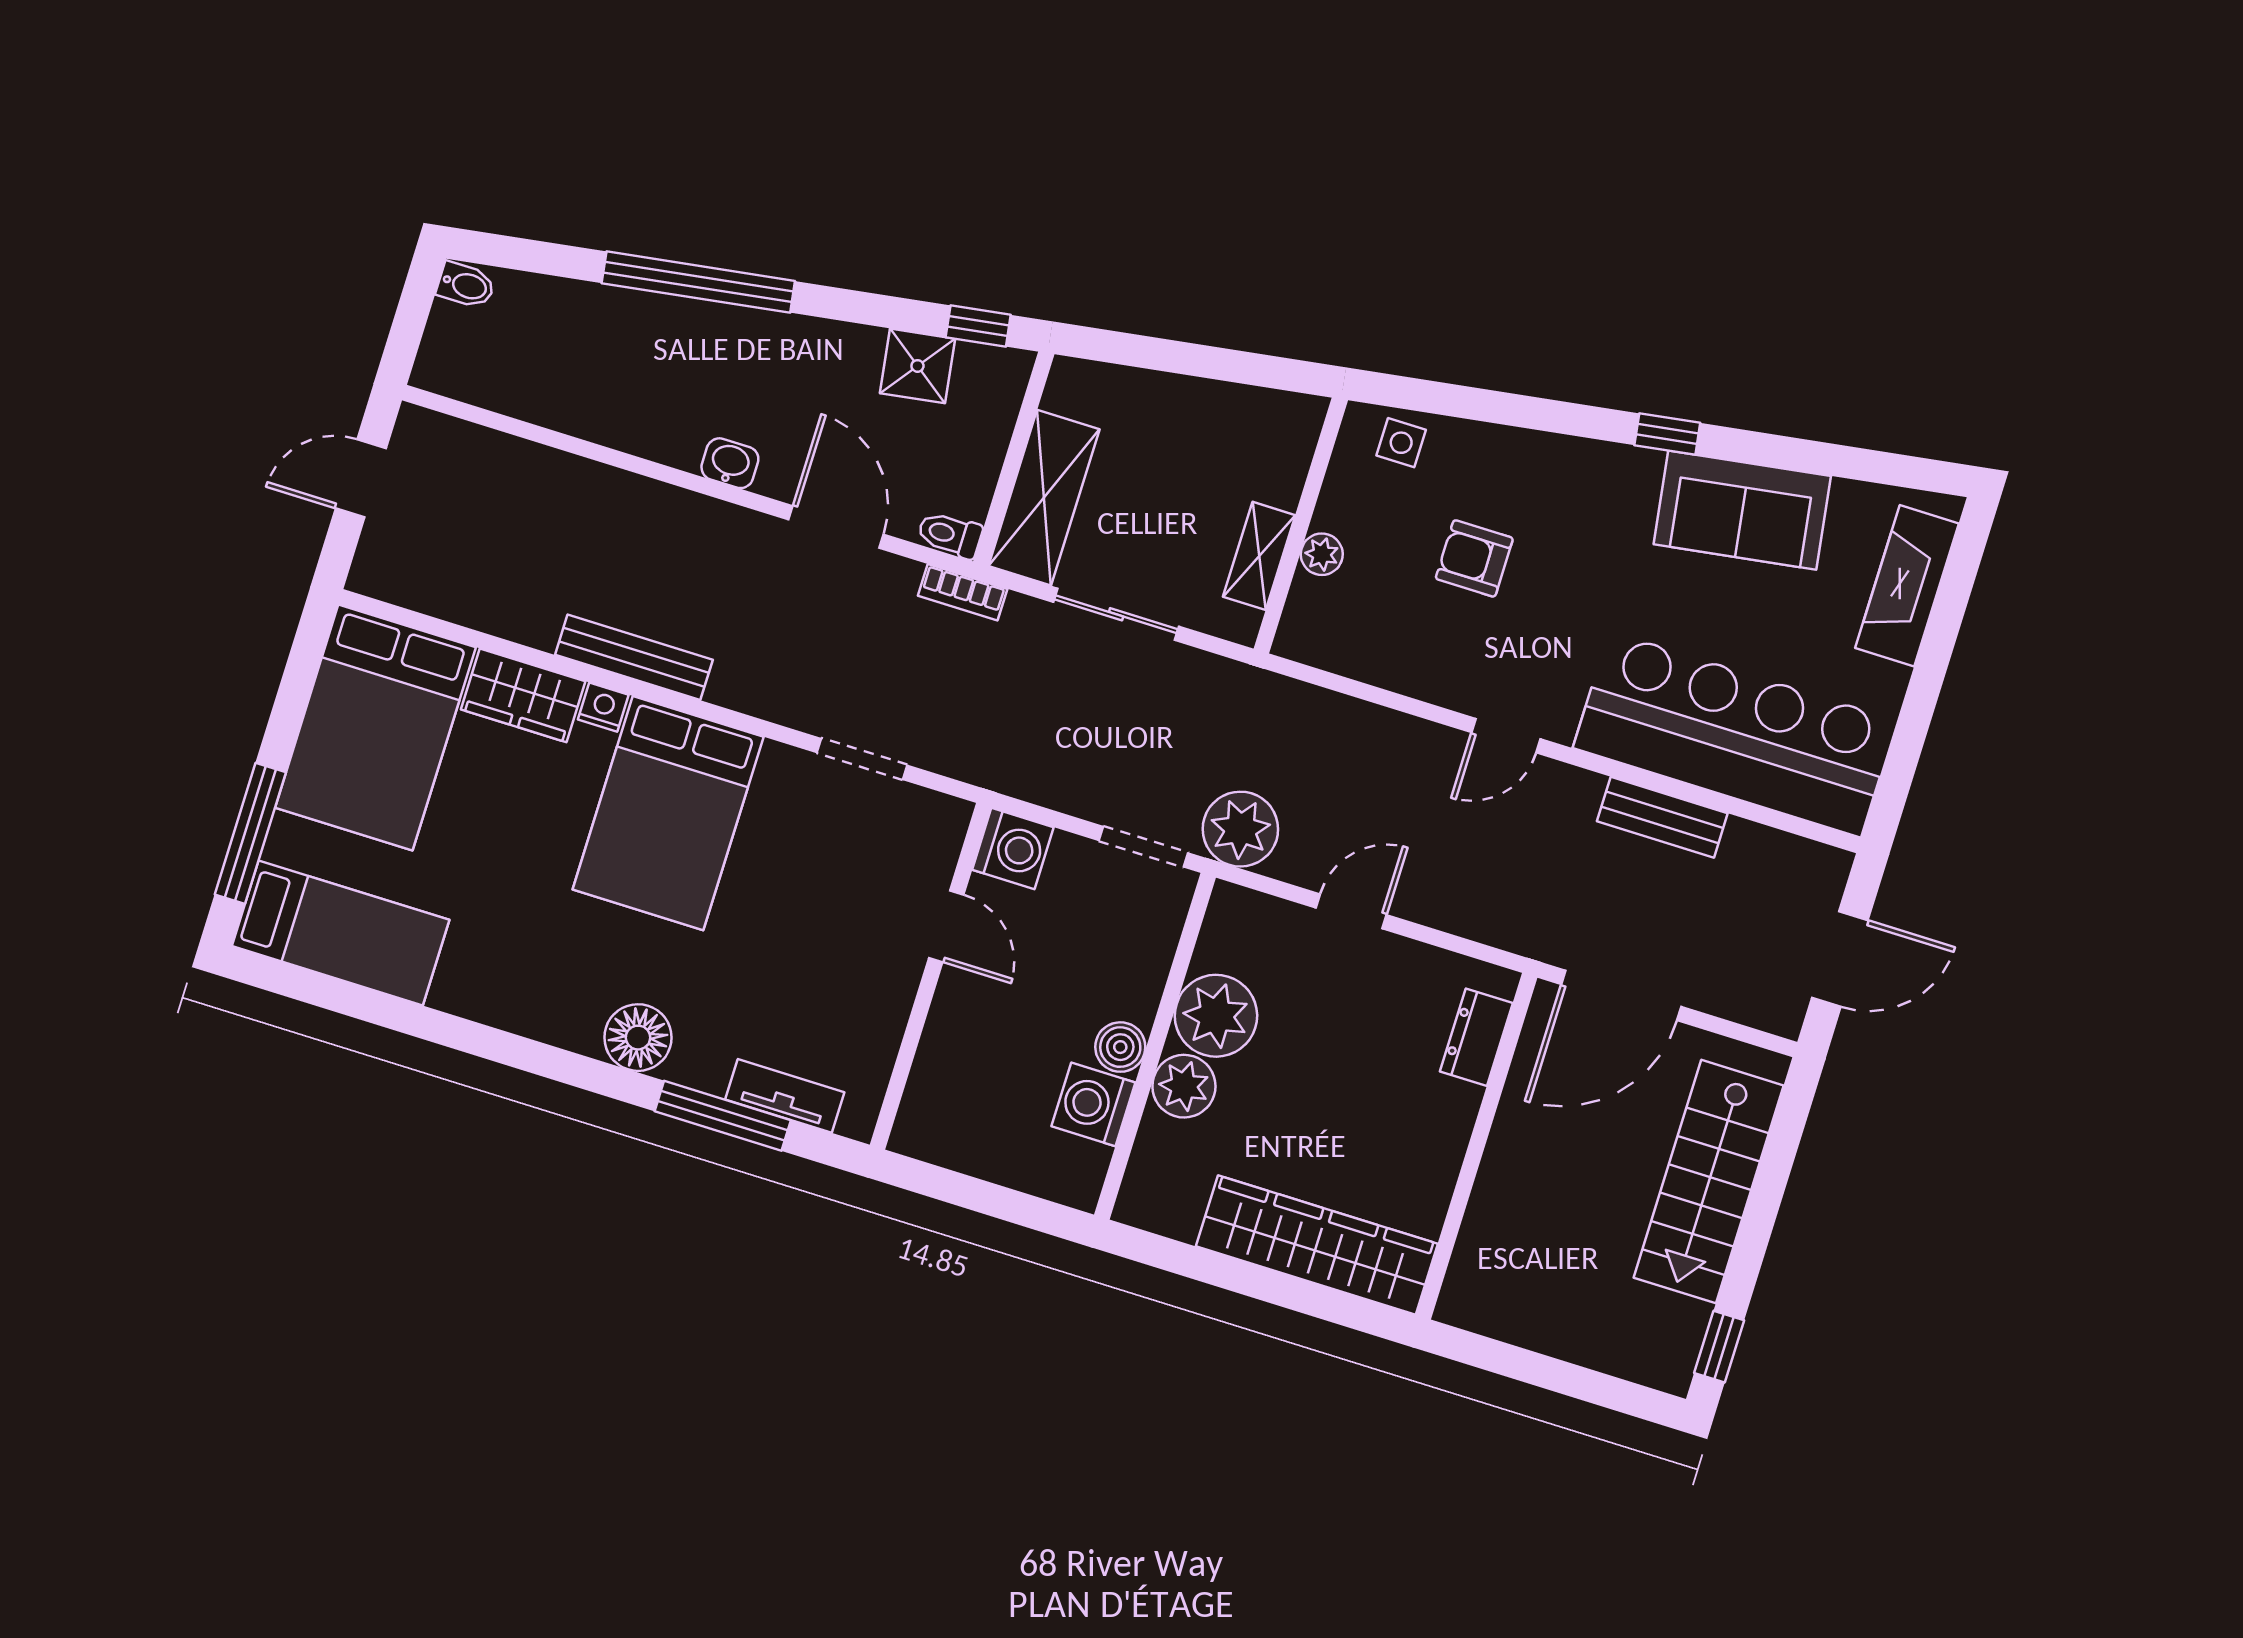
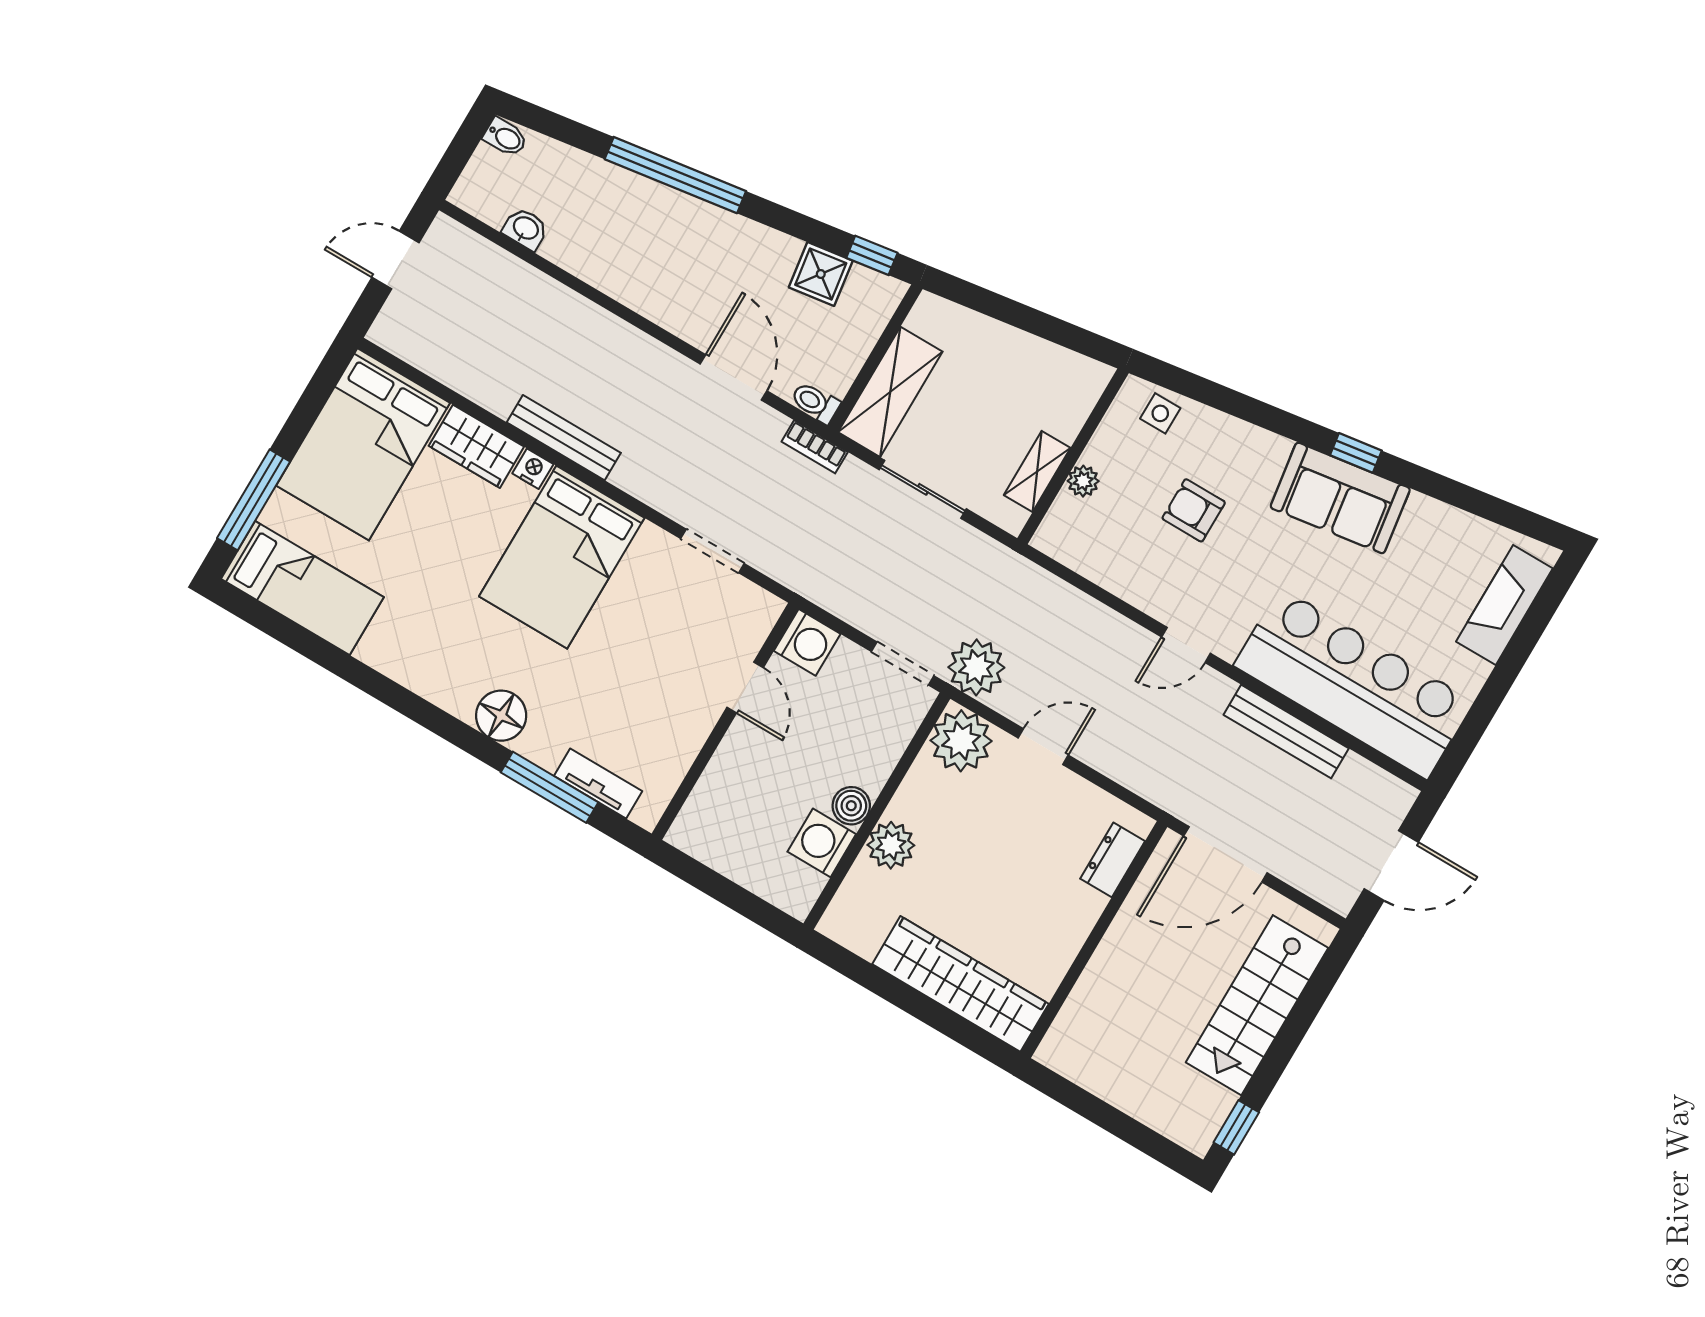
washbasin: (730, 463) -> (525, 229), moved
sofa: (1742, 510) -> (1340, 498), moved
bench: (1662, 817) -> (1286, 732), width x1.36
plant: (1216, 1016) -> (961, 741), moved

